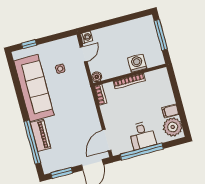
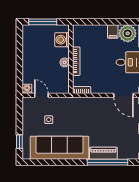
washing machine: (137, 63) -> (62, 40), moved
boiler: (97, 77) -> (65, 62), moved

